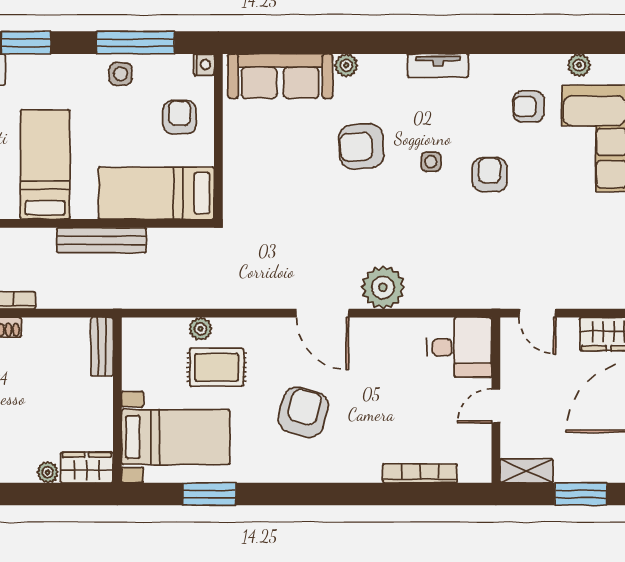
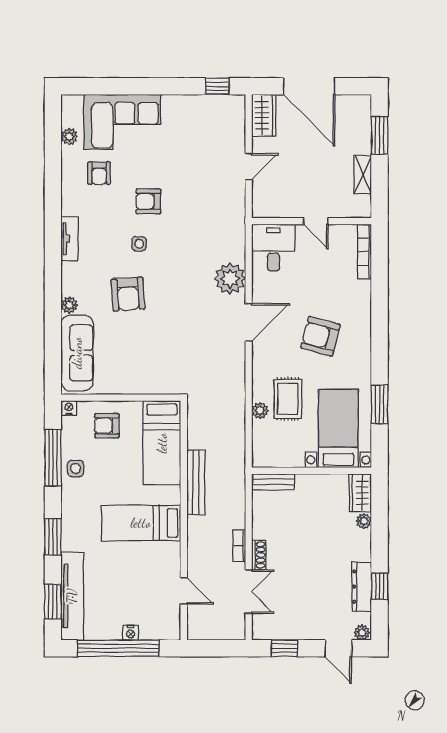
desk: (459, 347) -> (273, 248), moved
wall: (496, 400) -> (312, 221), moved
door: (496, 406) -> (316, 221), moved

